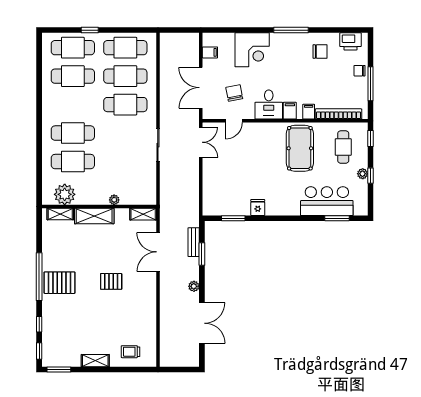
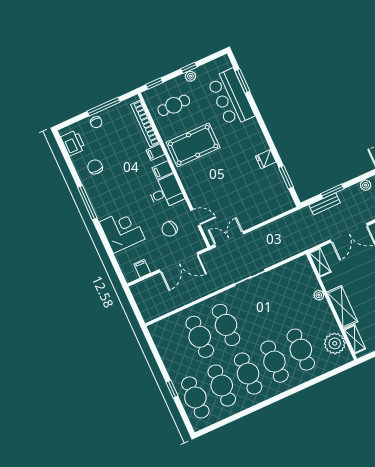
cafe table: (125, 48) -> (248, 374), moved

